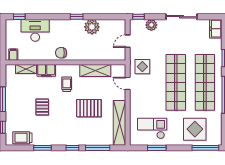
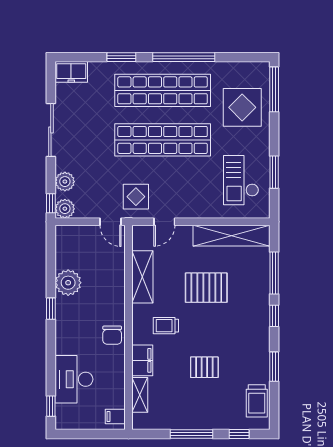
plant: (135, 25) -> (65, 209), added
door: (128, 41) -> (111, 222), moved
pallet: (89, 108) -> (206, 288), turned 90

